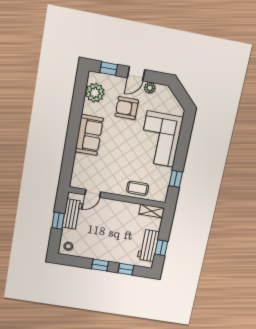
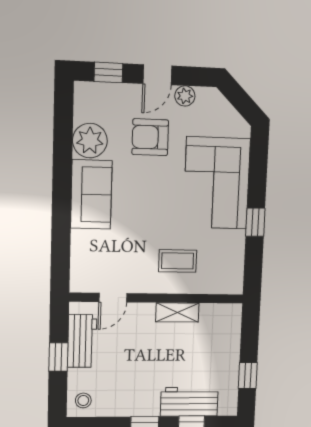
plant: (95, 93) -> (90, 141), moved
window: (176, 179) -> (255, 222), moved
coffee table: (138, 188) -> (178, 261), moved
shelving: (152, 211) -> (177, 312), moved
workbench: (148, 245) -> (189, 402), moved, turned 90

